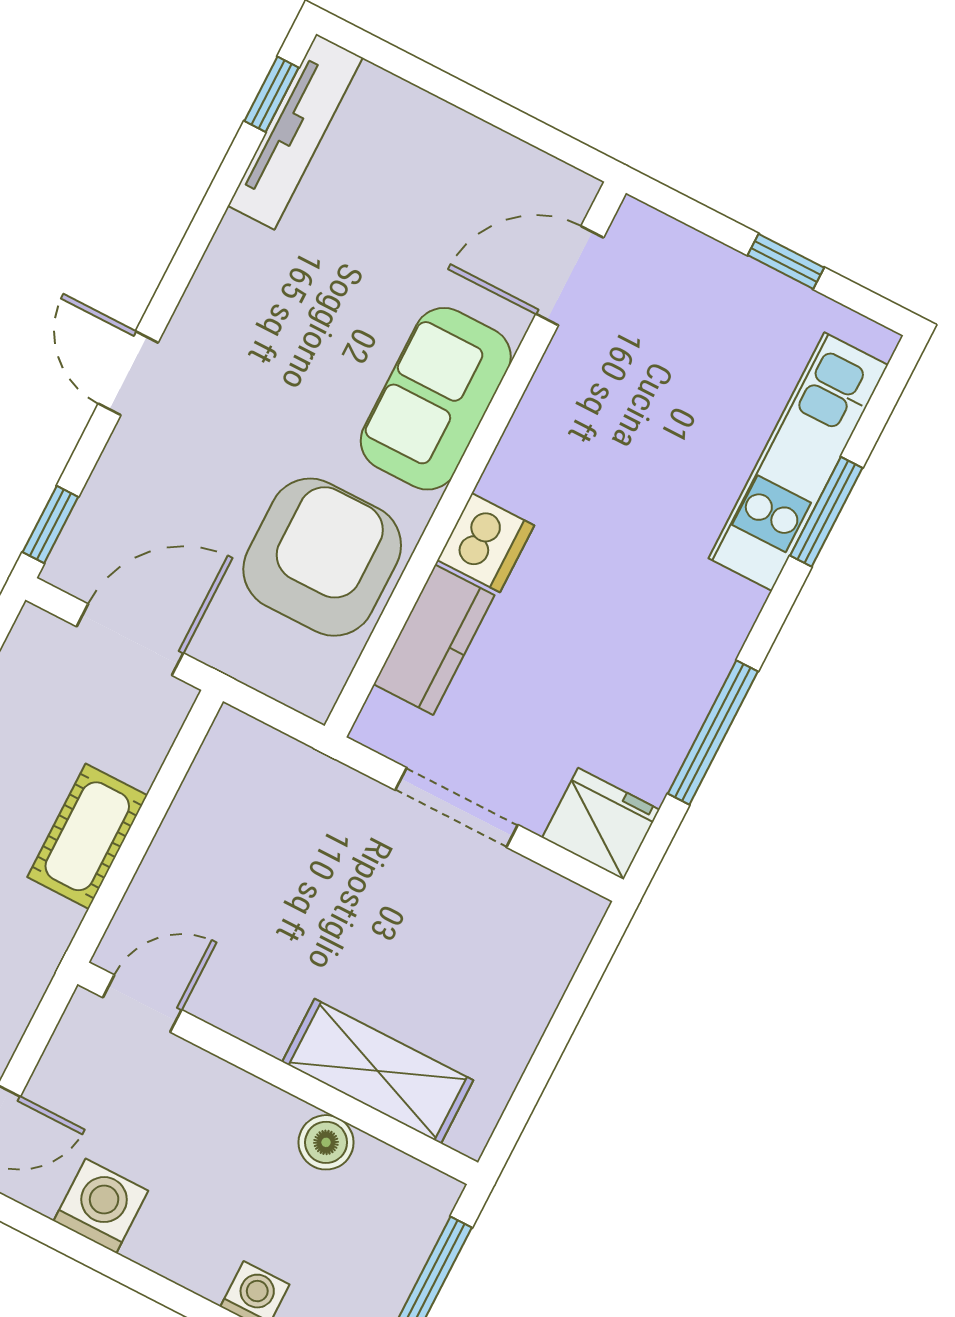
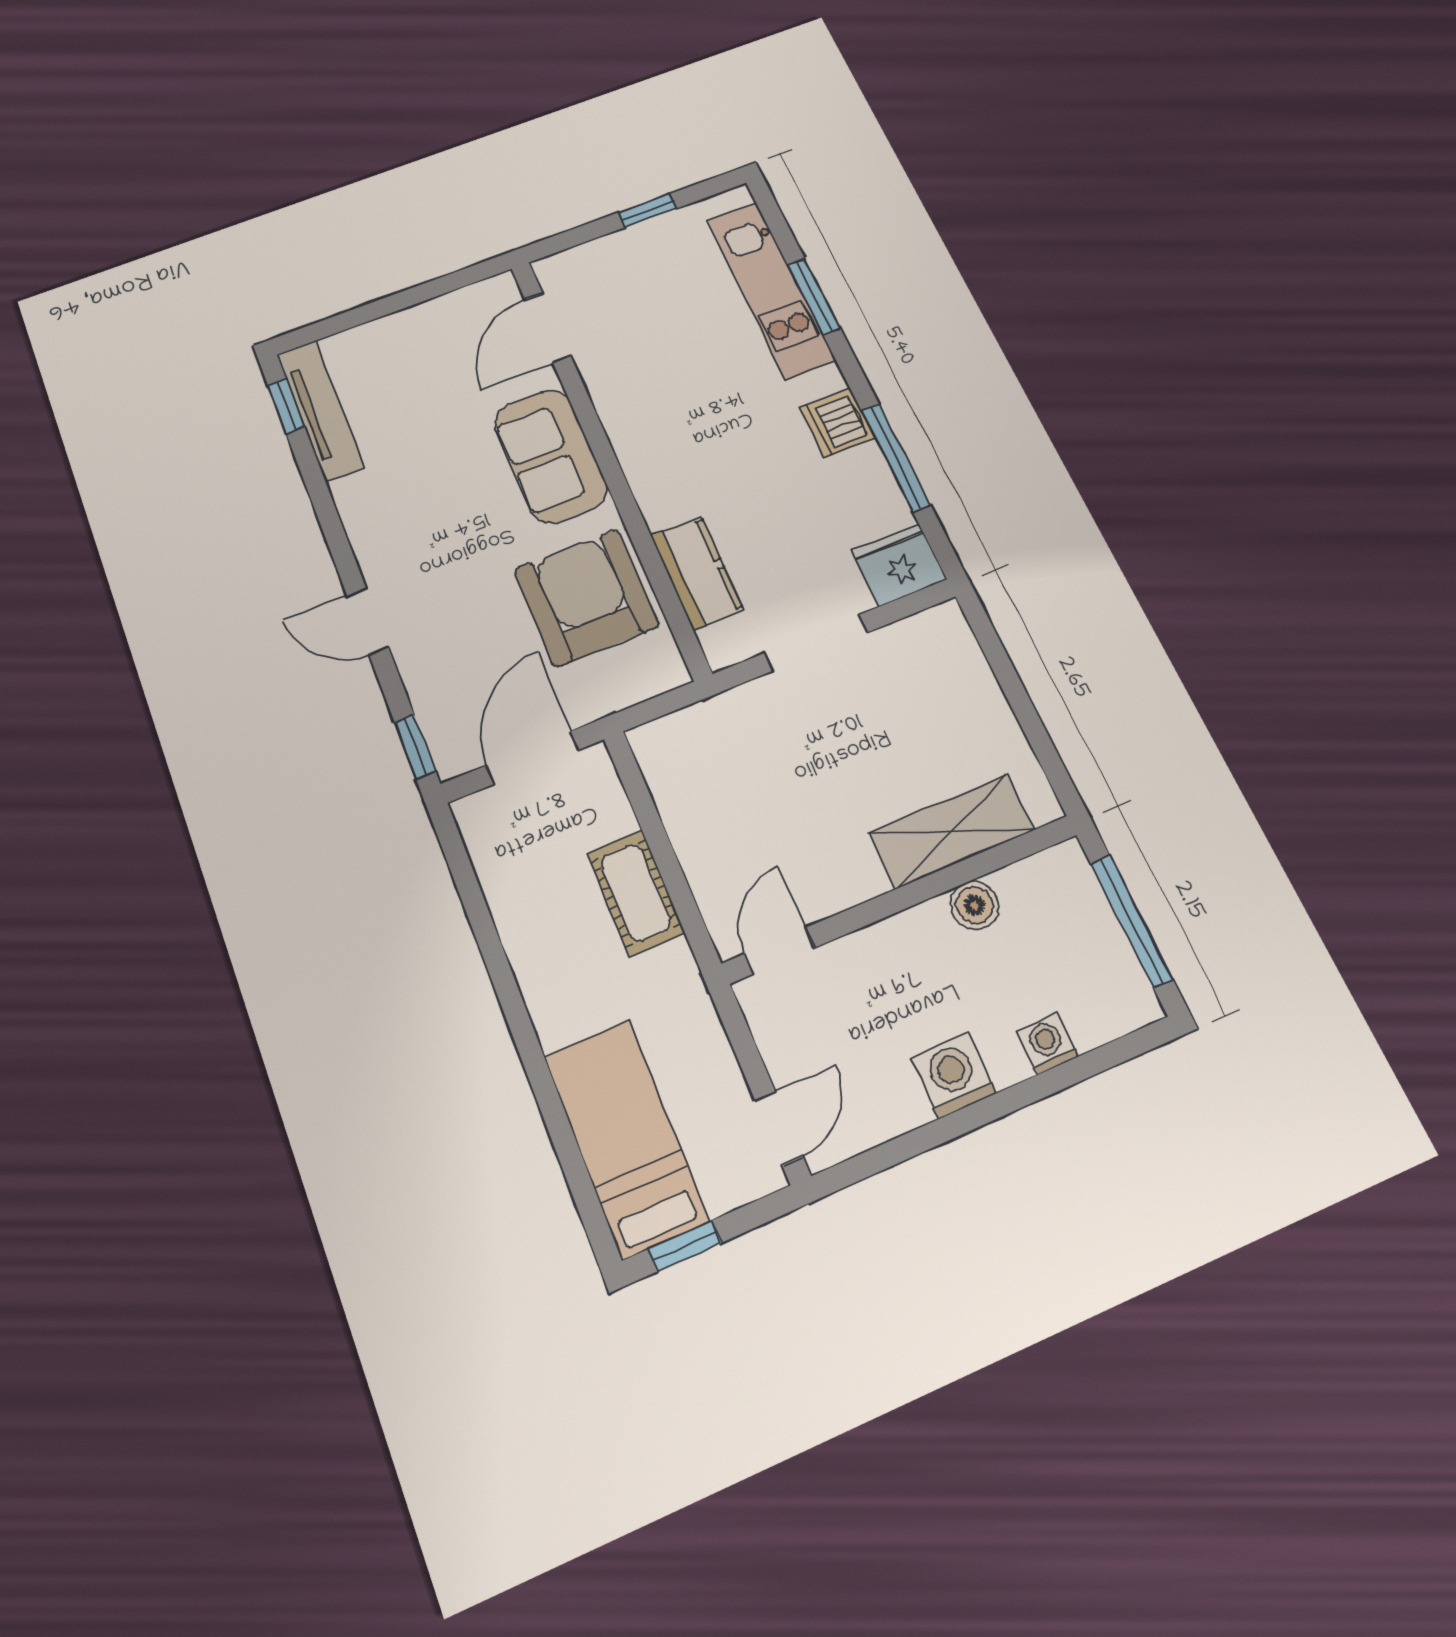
dishwasher: (486, 543) -> (838, 423), moved, turned 180
washing machine: (101, 1206) -> (954, 1075), moved

